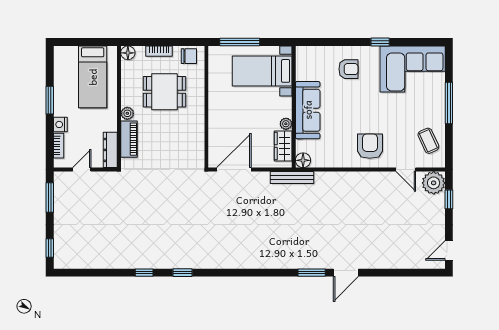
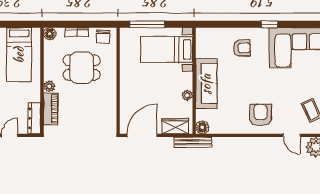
chair: (189, 56) -> (103, 37), turned 92
wardrobe: (283, 146) -> (175, 126), moved, turned 90

